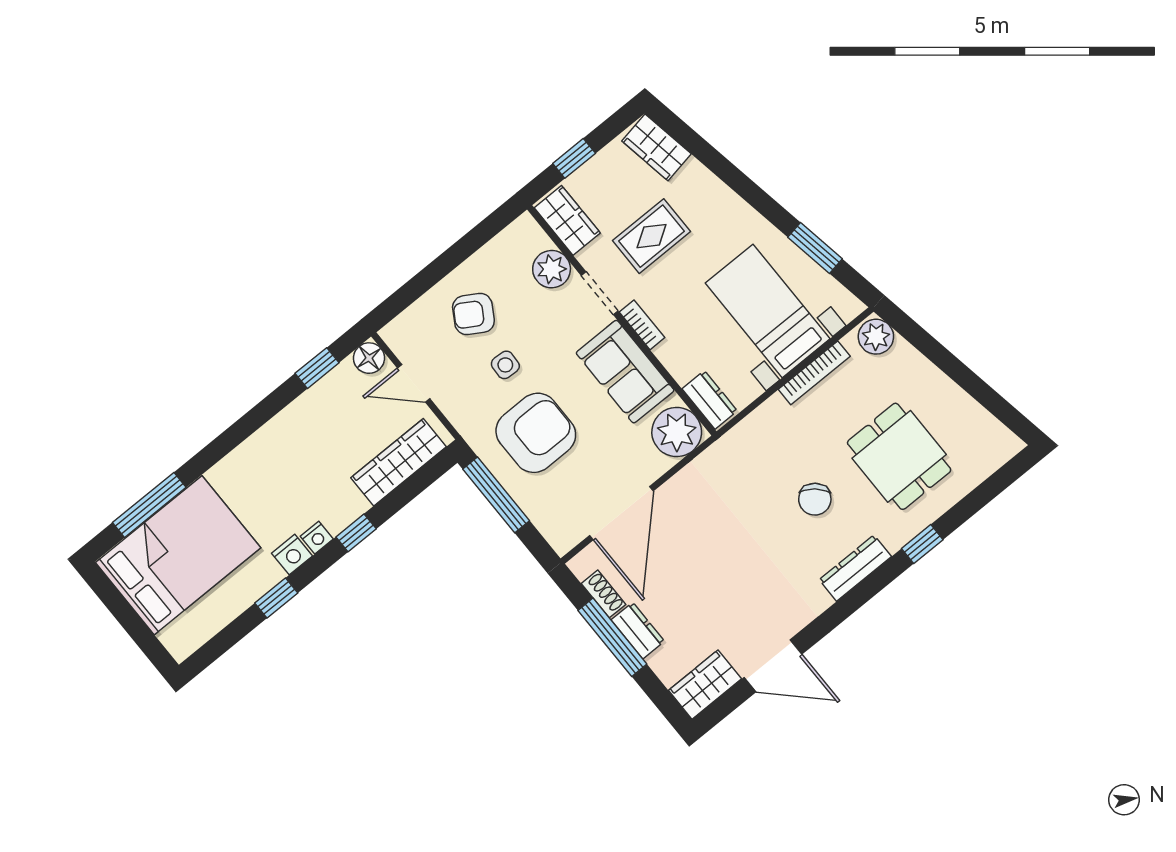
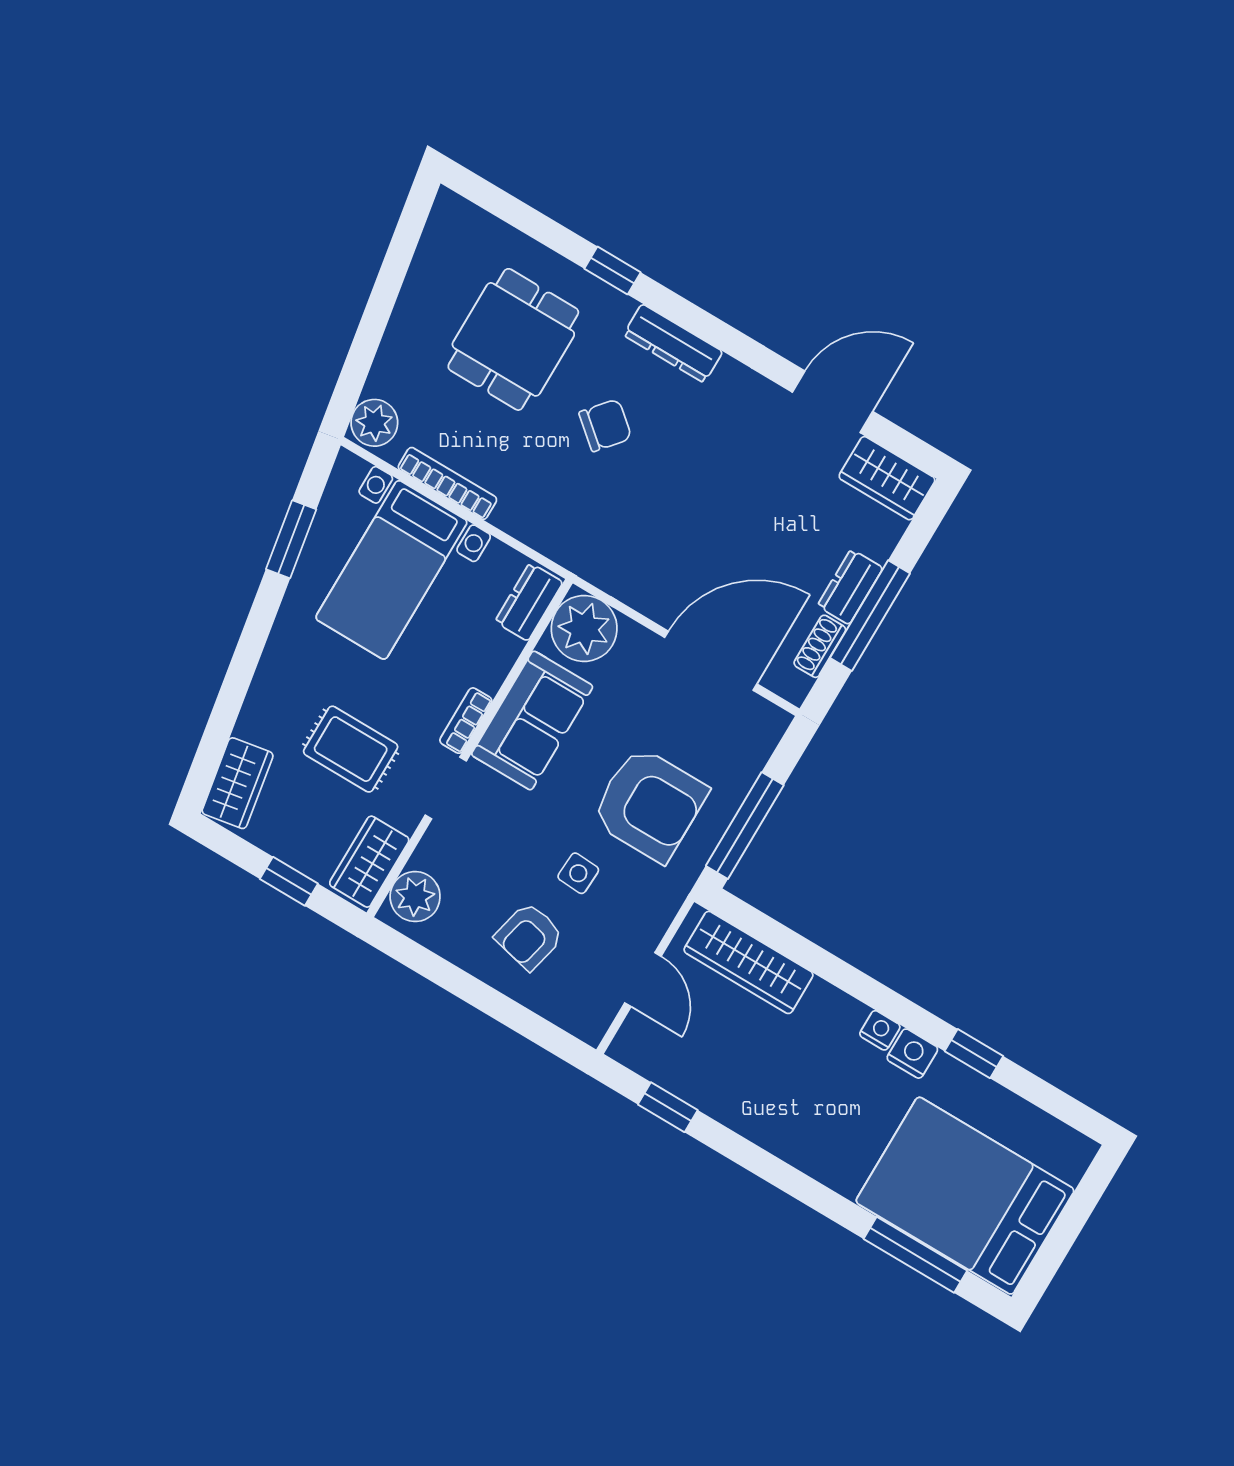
plant: (552, 269) -> (415, 897), moved
armchair: (473, 314) -> (529, 936), turned 72
floor lamp: (369, 358) -> (632, 1047), removed
armchair: (536, 433) -> (649, 804), turned 180
window: (356, 533) -> (856, 983), removed
door: (773, 666) -> (833, 402), hinge flipped

